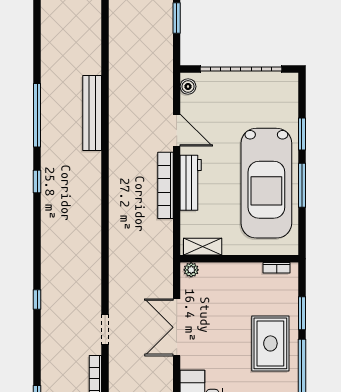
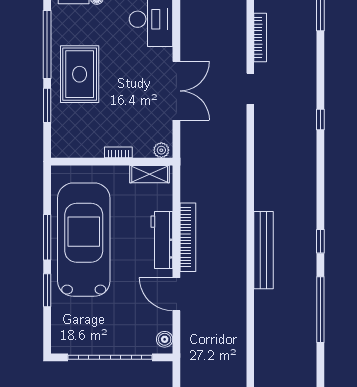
bench: (92, 113) -> (264, 250), moved
bookcase: (277, 268) -> (118, 152), moved

